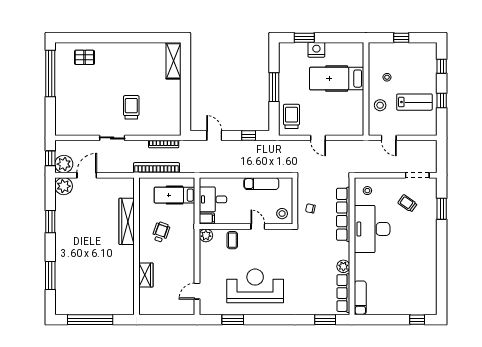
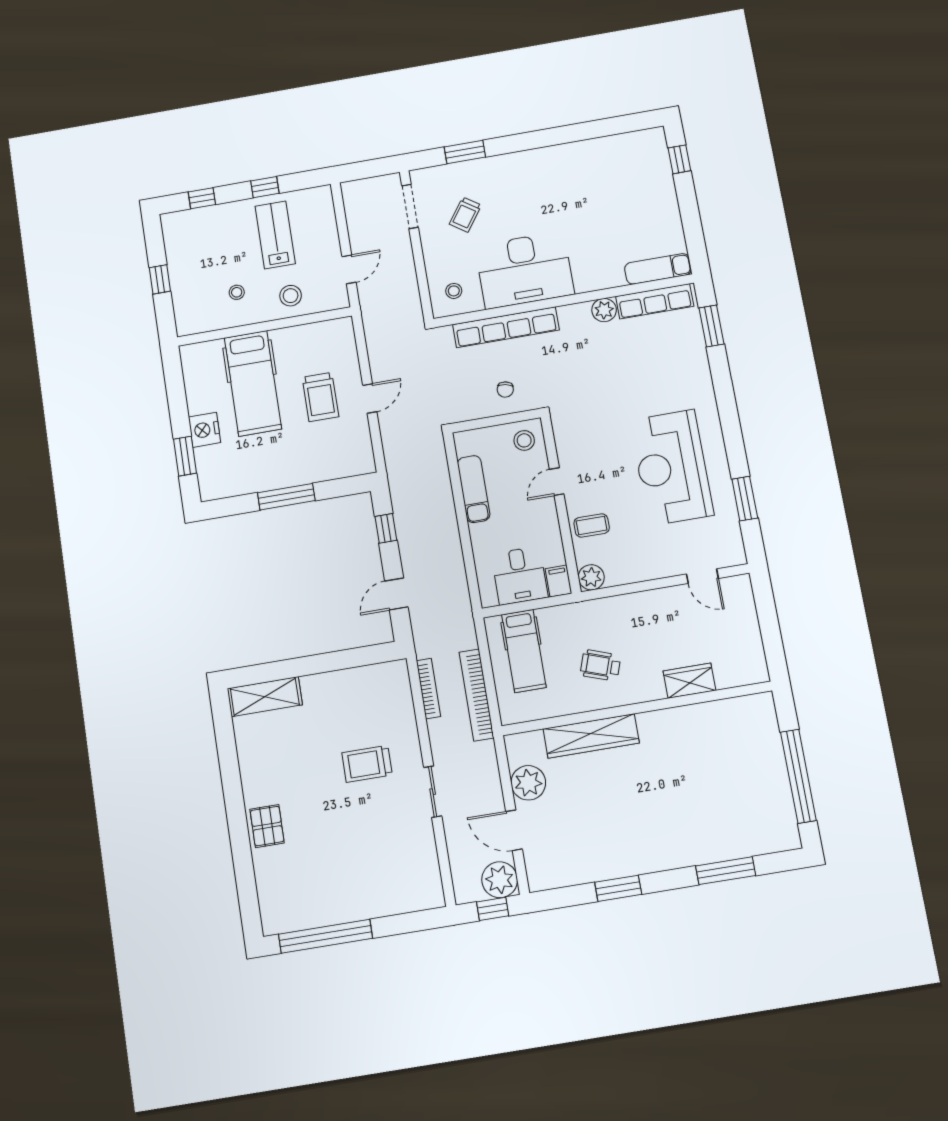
pallet: (84, 57) -> (267, 826), moved
trolley: (291, 116) -> (320, 397), moved, turned -90
plant: (64, 186) -> (528, 783), moved

